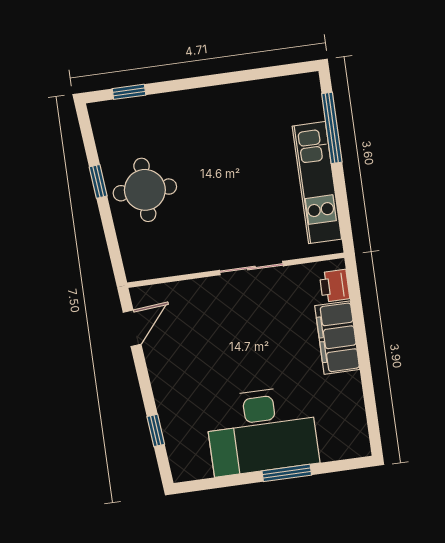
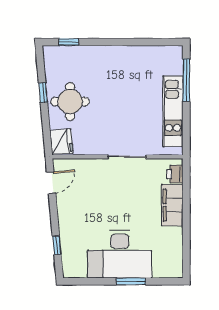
fridge: (140, 258) -> (61, 142), added

